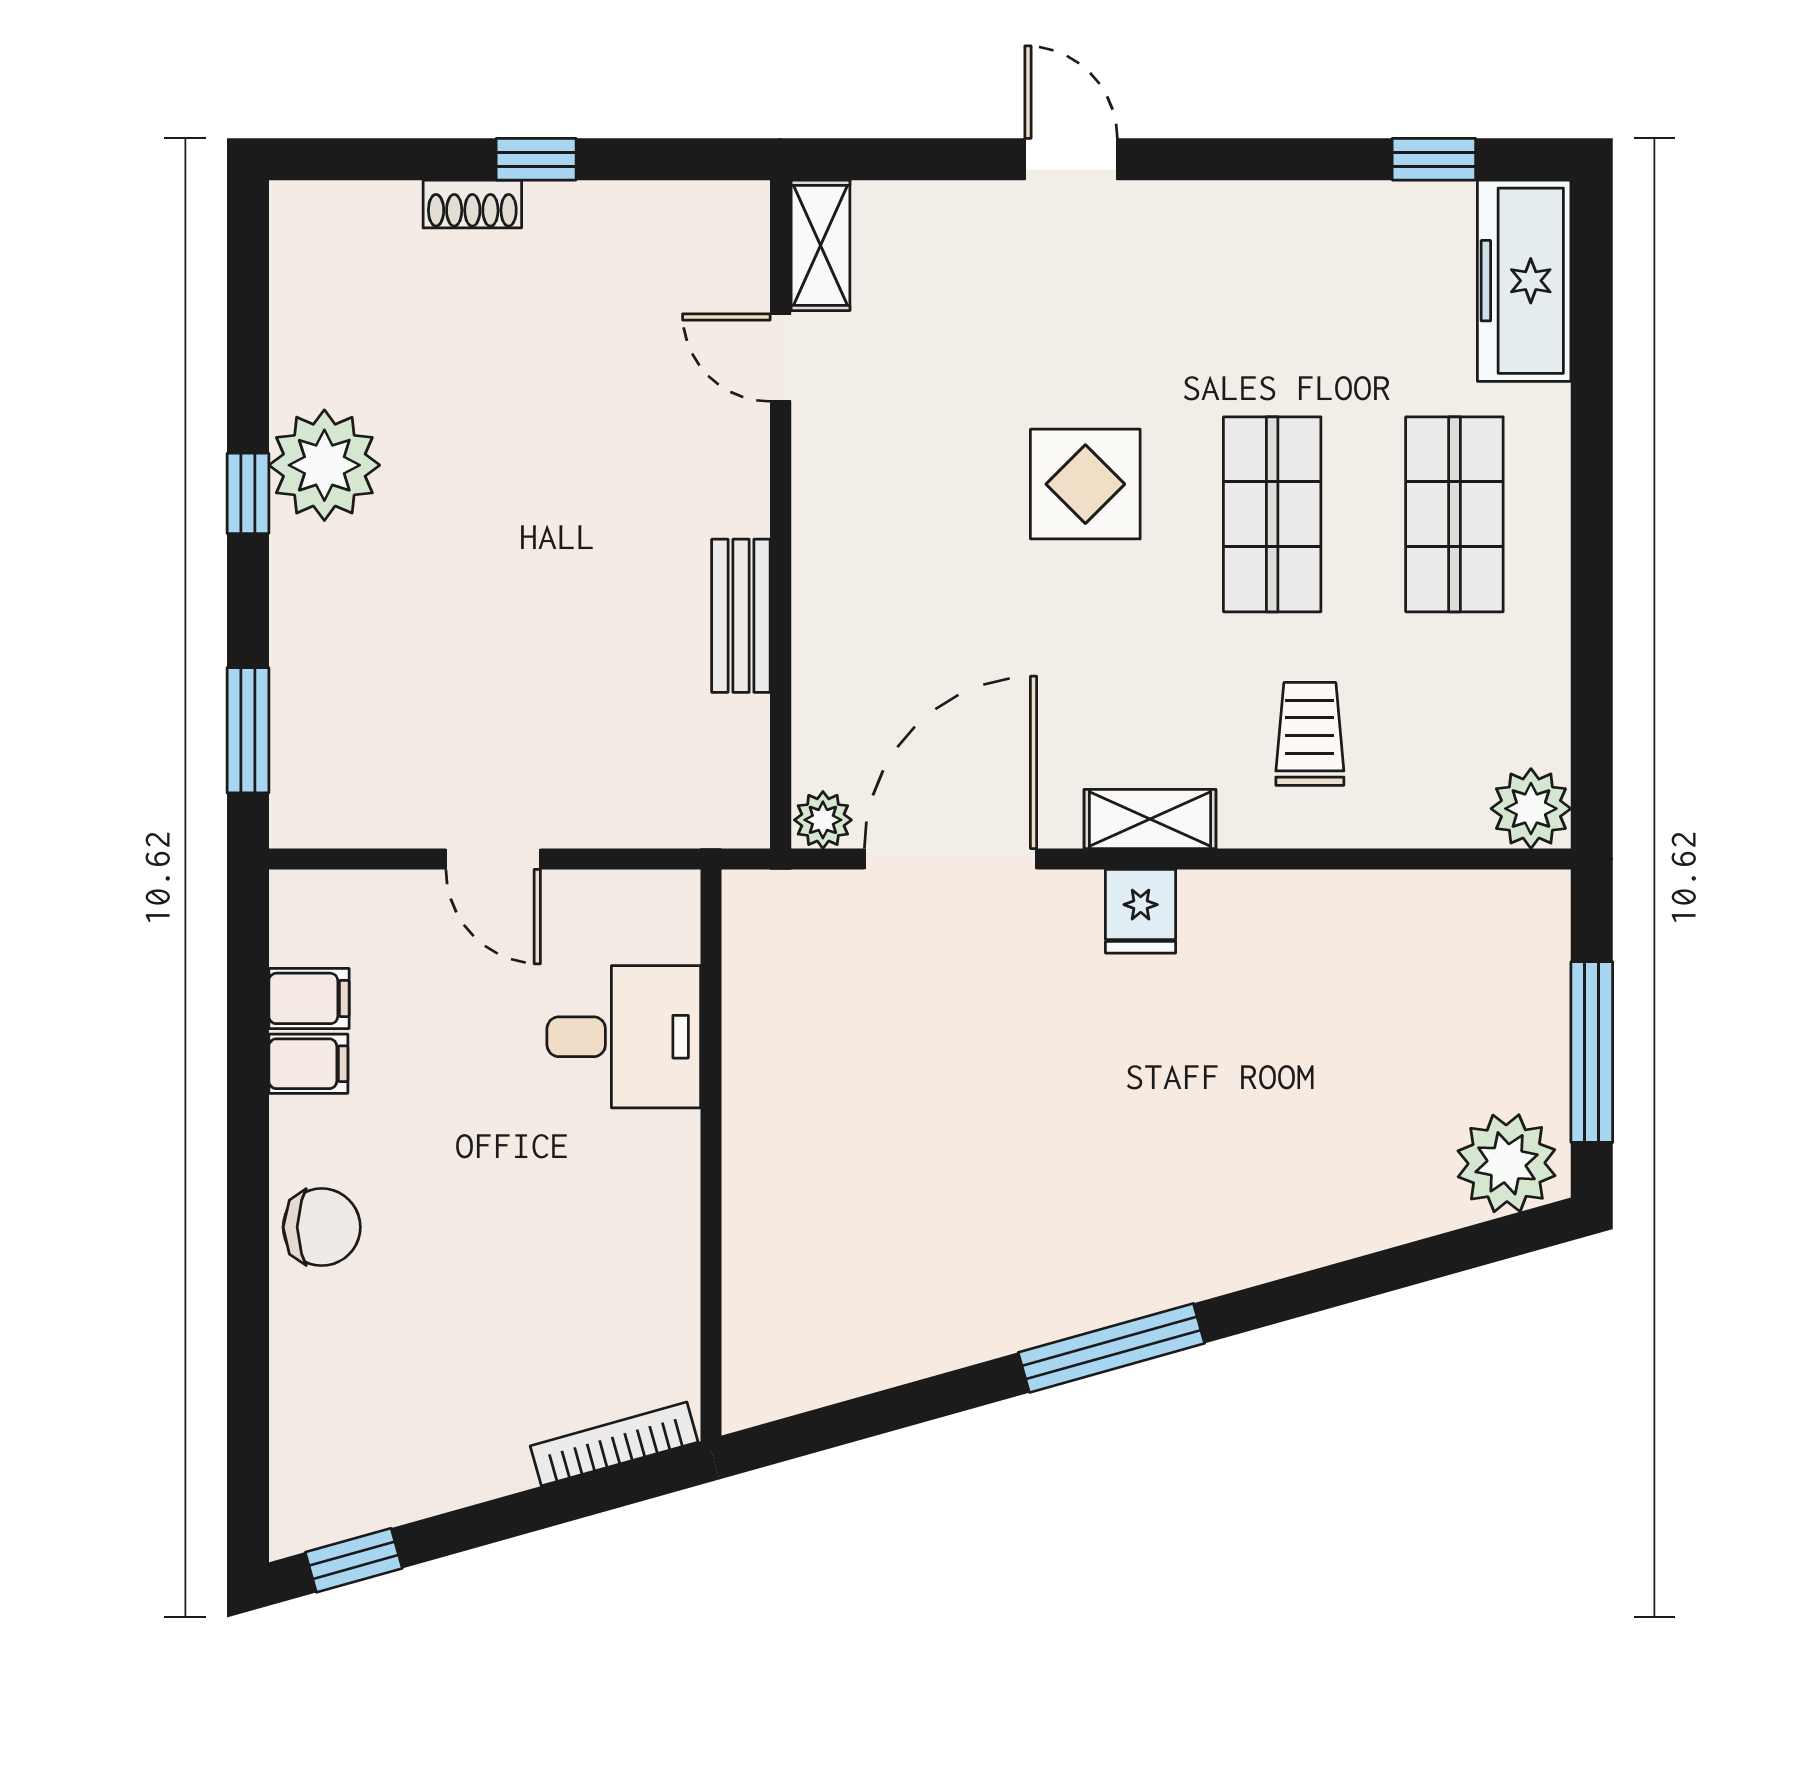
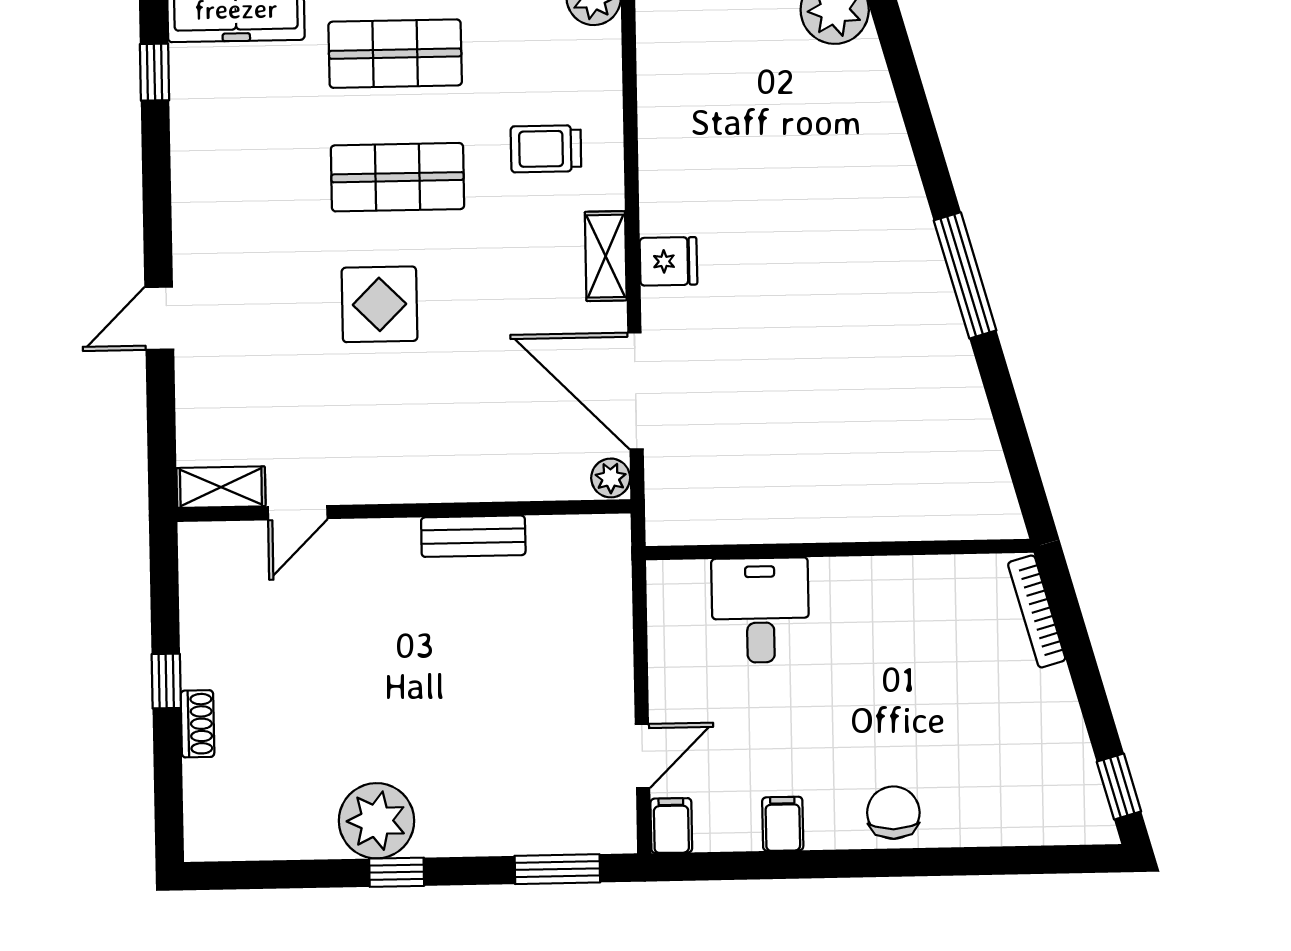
door: (493, 859) -> (642, 756), moved
filing cabinet: (309, 998) -> (671, 826), moved

